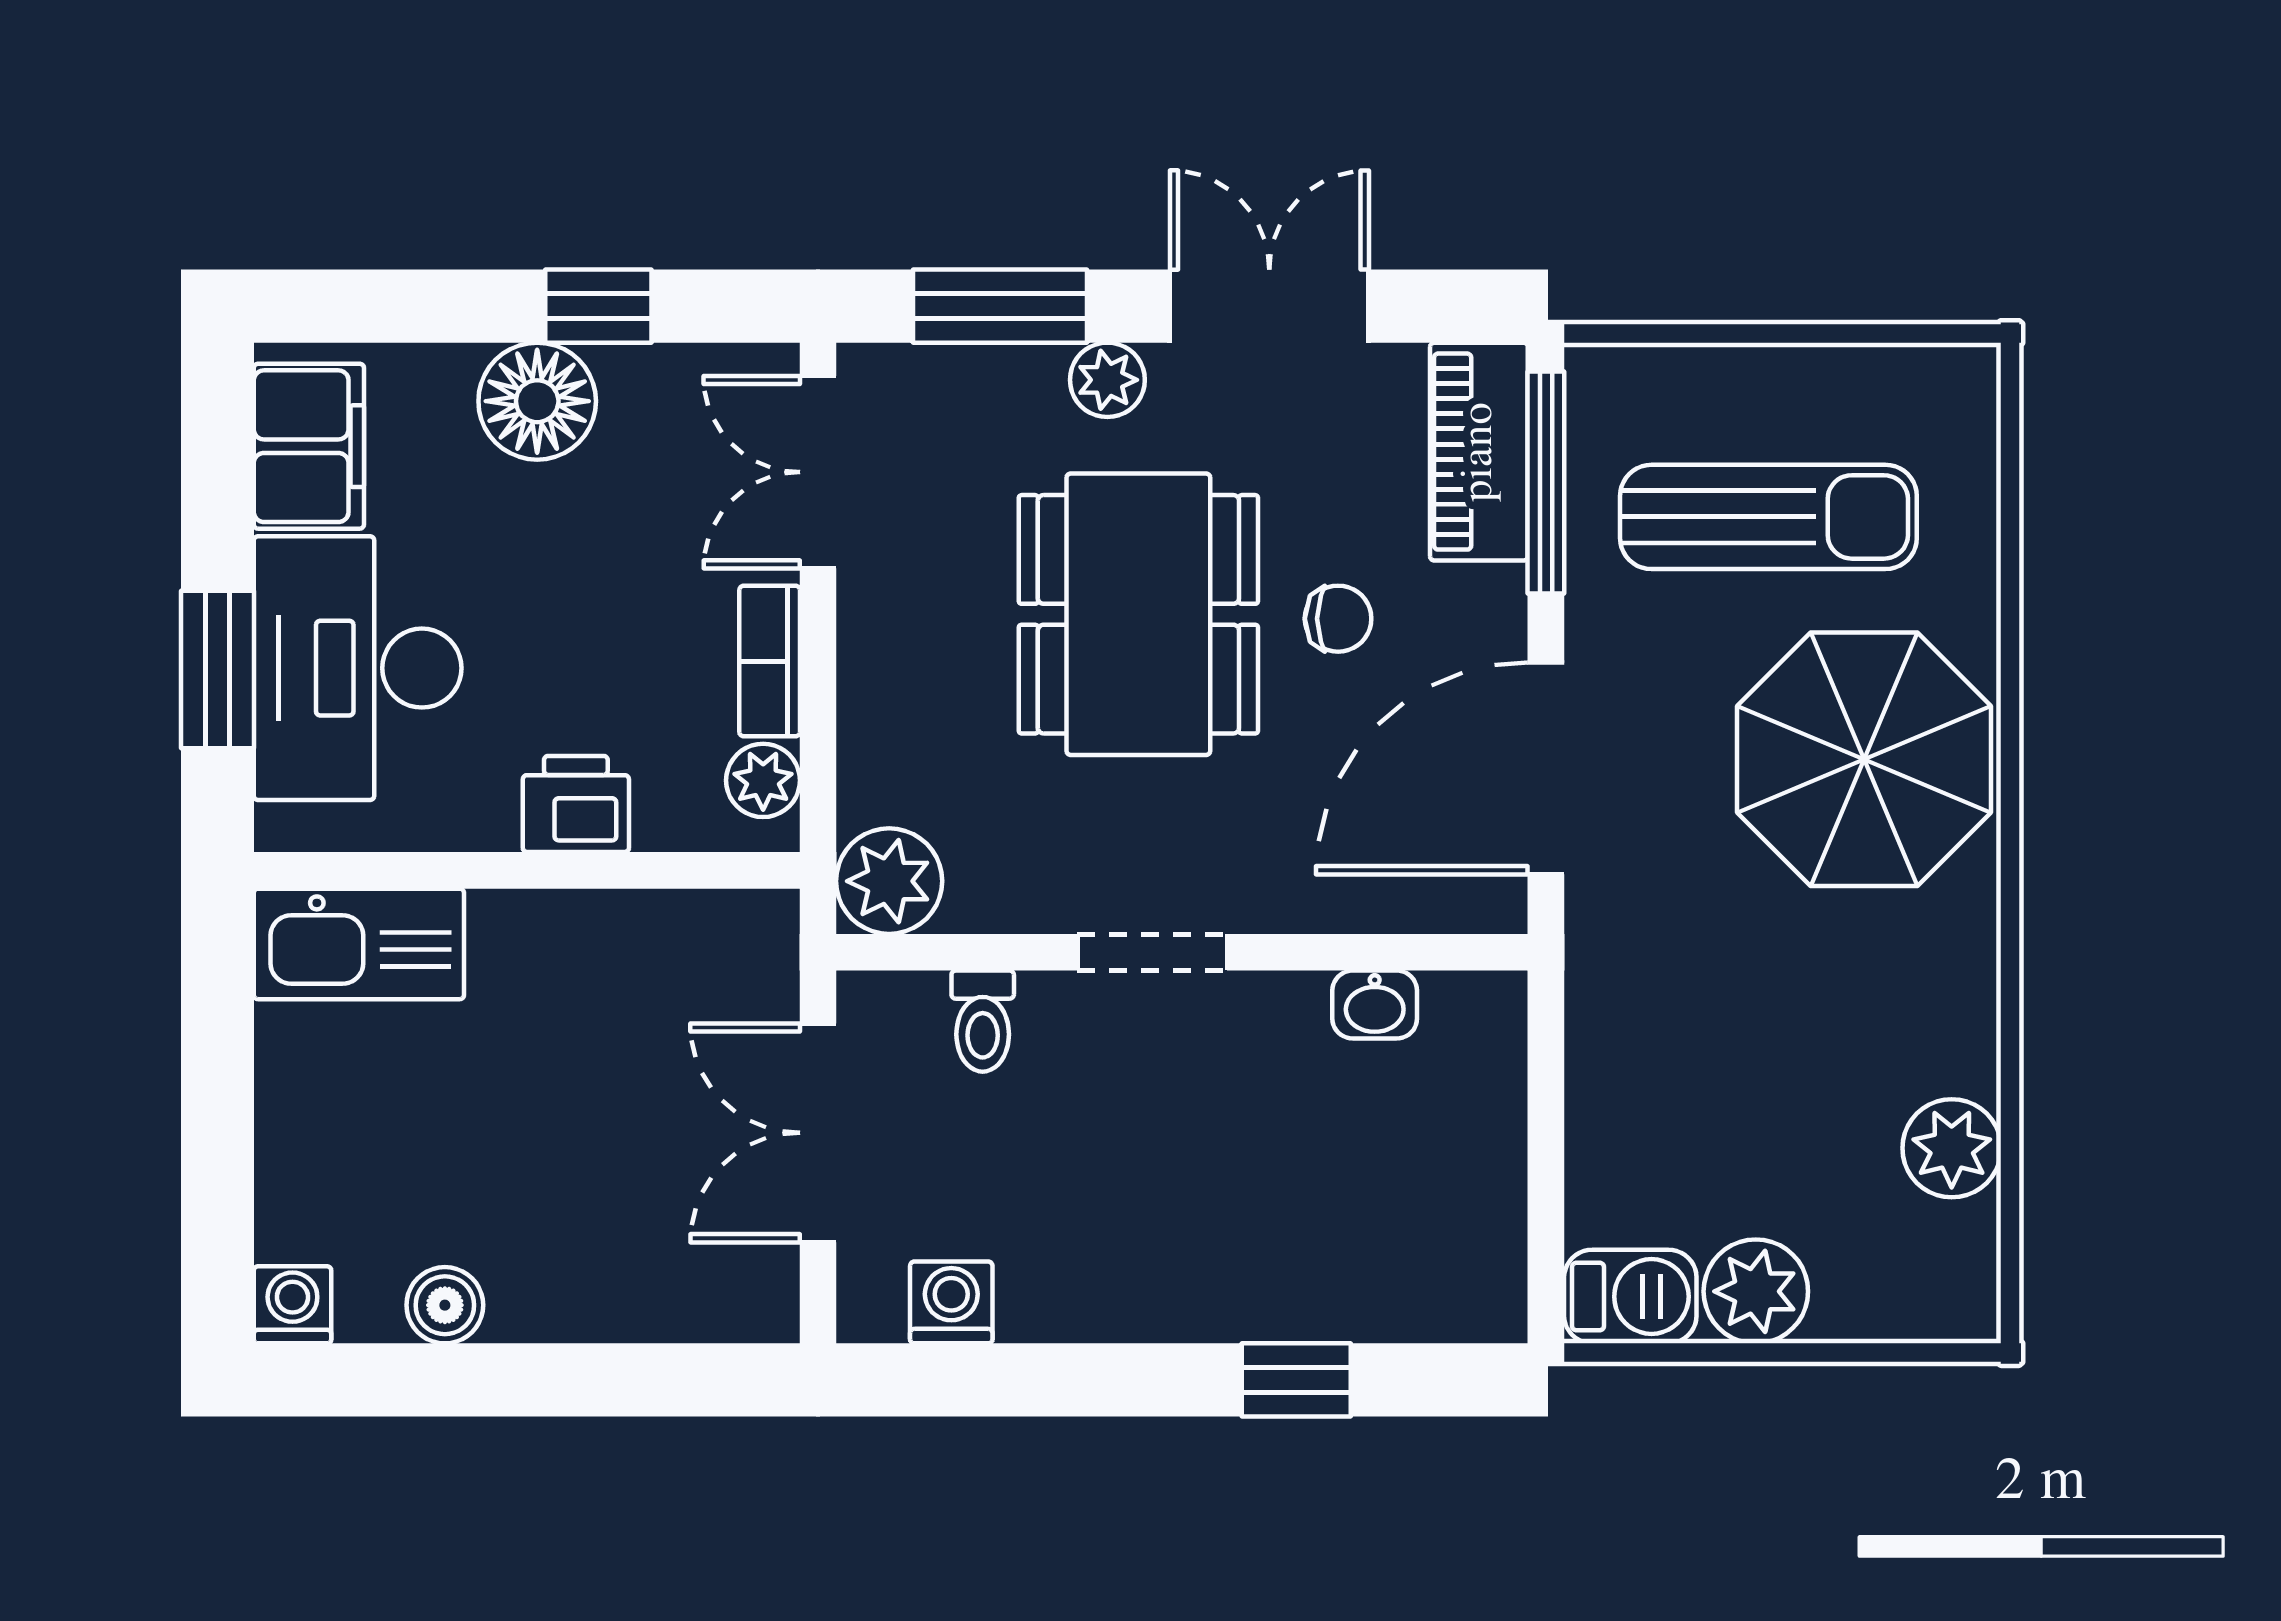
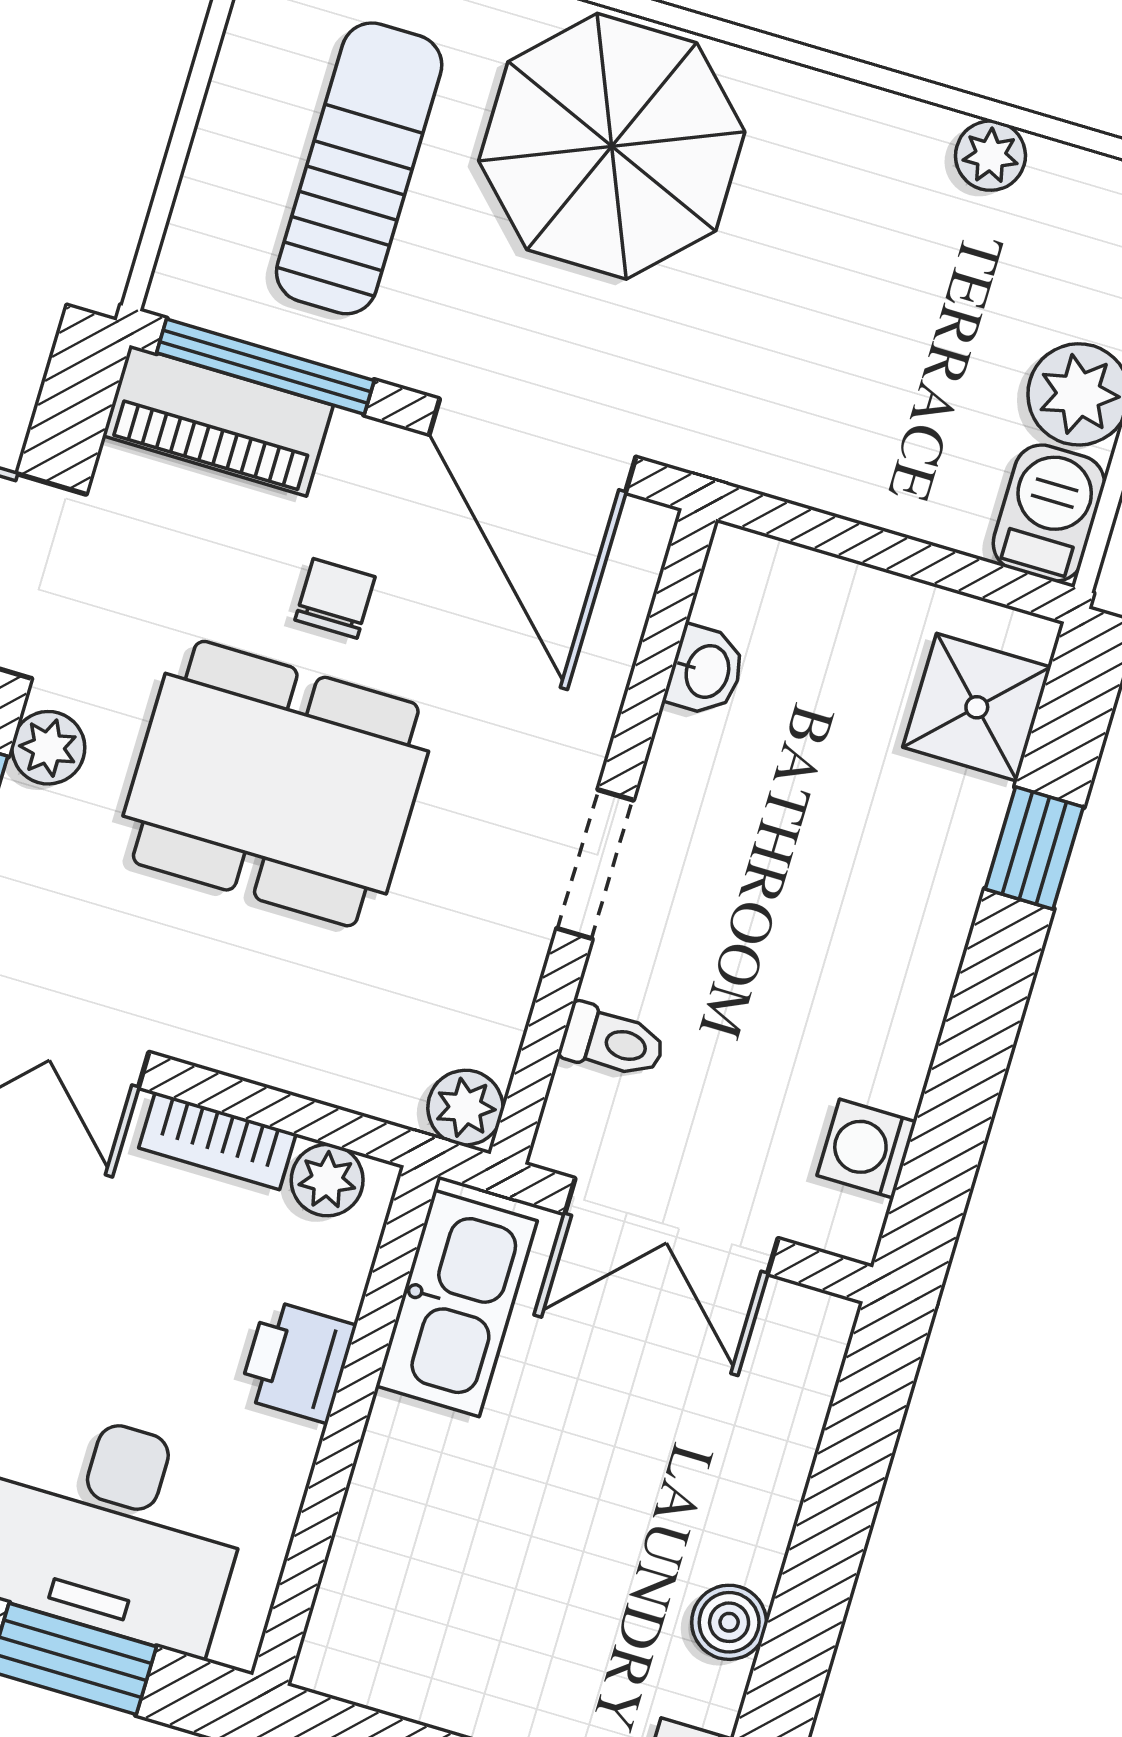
plant: (889, 881) -> (465, 1108), width x0.73, depth x0.73
kitchen sink: (359, 944) -> (457, 1303), moved
plant: (1952, 1148) -> (990, 156), width x0.73, depth x0.73
shower: (1418, 1282) -> (977, 707), added

